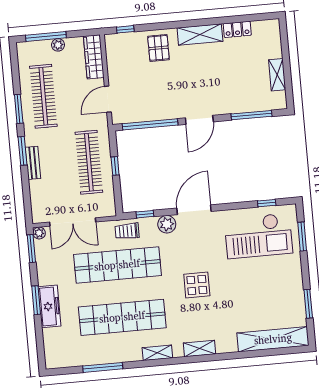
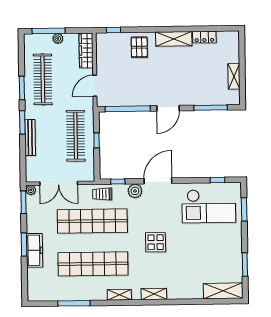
bench: (33, 163) -> (30, 138), width x1.36
shelving: (273, 339) -> (223, 291), width x0.68

